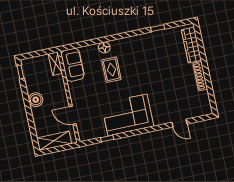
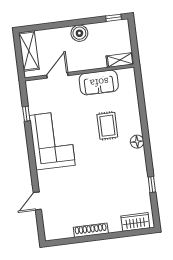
wardrobe: (191, 45) -> (135, 222), width x0.67
floor lamp: (104, 47) -> (137, 142), moved
sofa: (73, 65) -> (99, 82), moved
rug: (111, 70) -> (107, 126), turned 90

